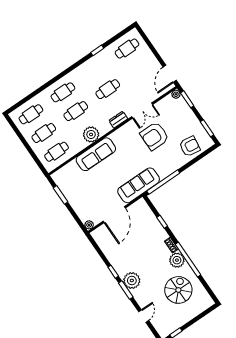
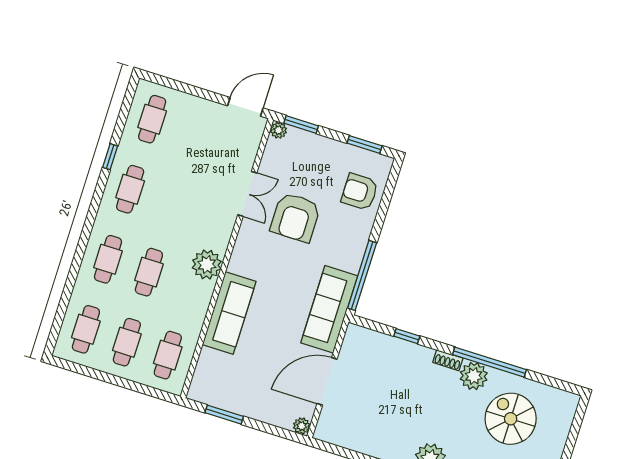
door: (170, 74) -> (245, 107), swing flipped
cafe table: (108, 89) -> (130, 189), moved
dresser: (118, 120) -> (222, 235), removed
plant: (91, 134) -> (207, 265), moved
armchair: (190, 146) -> (360, 192), turned -98
door: (114, 215) -> (327, 381), swing flipped

